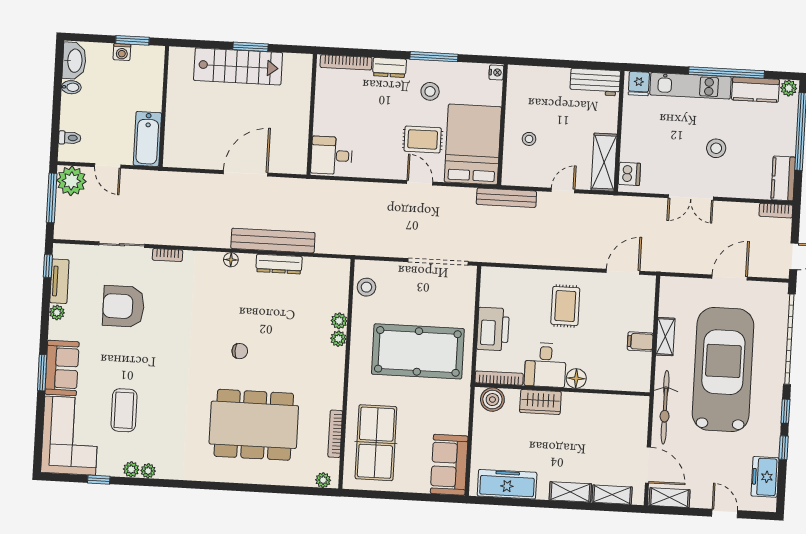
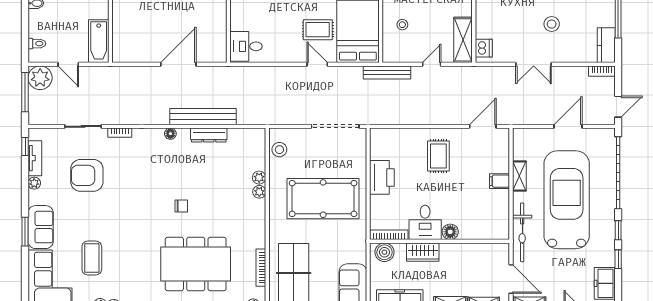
desk: (545, 365) -> (425, 222), moved
bookcase: (499, 378) -> (389, 235), moved
floor lamp: (576, 378) -> (450, 232), moved
wall: (562, 390) -> (440, 241), moved
boiler: (492, 400) -> (384, 252), moved
wardrobe: (540, 402) -> (423, 252), moved

